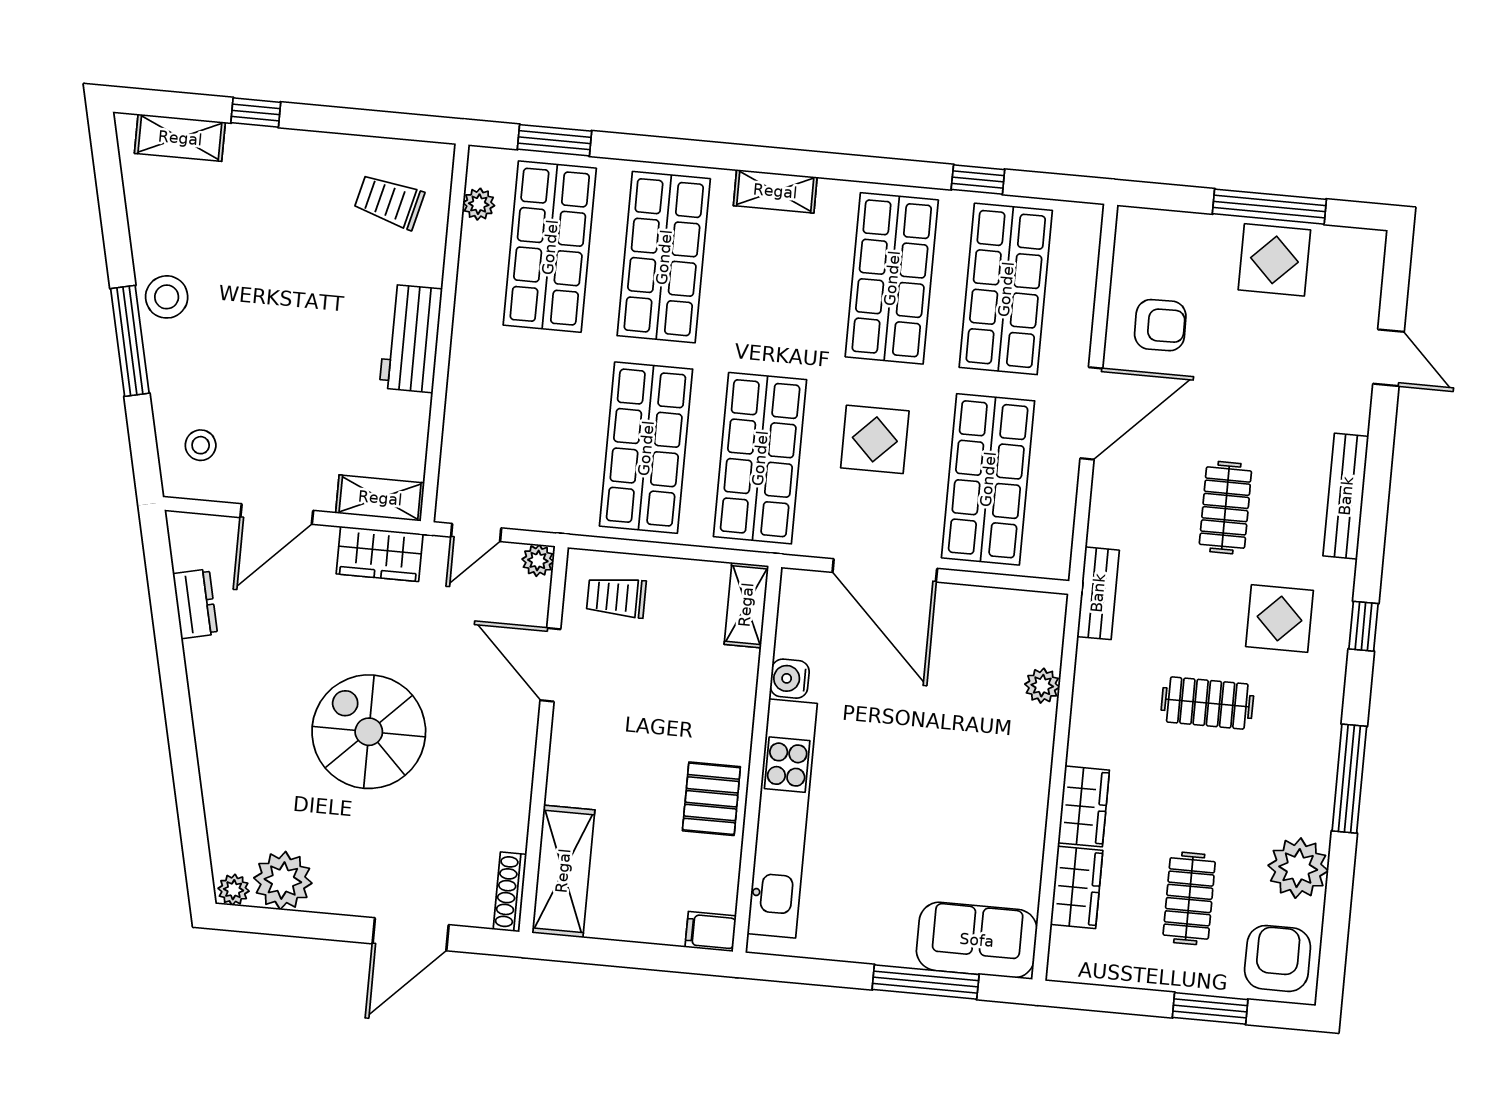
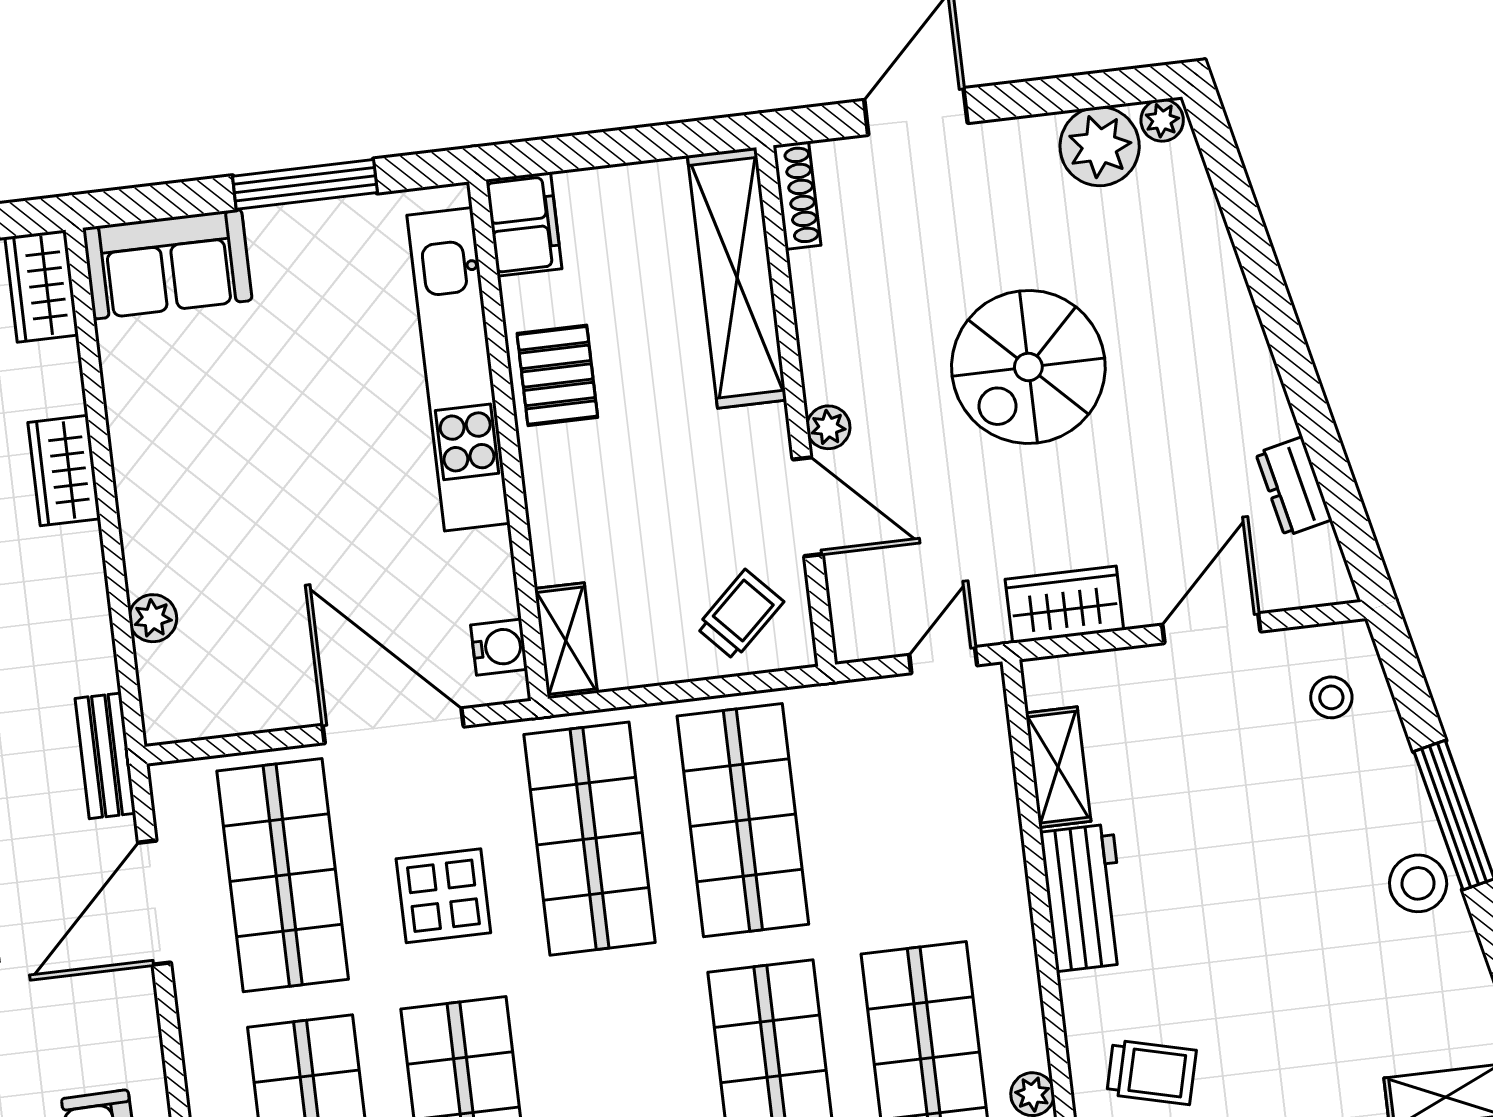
door: (1091, 413) -> (155, 903), moved
shelving: (380, 498) -> (1058, 767), moved, turned 90
plant: (538, 560) -> (828, 427), moved
trolley: (616, 597) -> (740, 615), turned -43
water cooler: (790, 679) -> (499, 647), moved
spiral stairs: (369, 732) -> (1028, 367), turned 90
shelving: (563, 871) -> (737, 278), width x1.47
wardrobe: (1076, 887) -> (42, 286), moved
filing cabinet: (711, 932) -> (524, 224), width x2.00
window: (926, 982) -> (305, 184), moved

